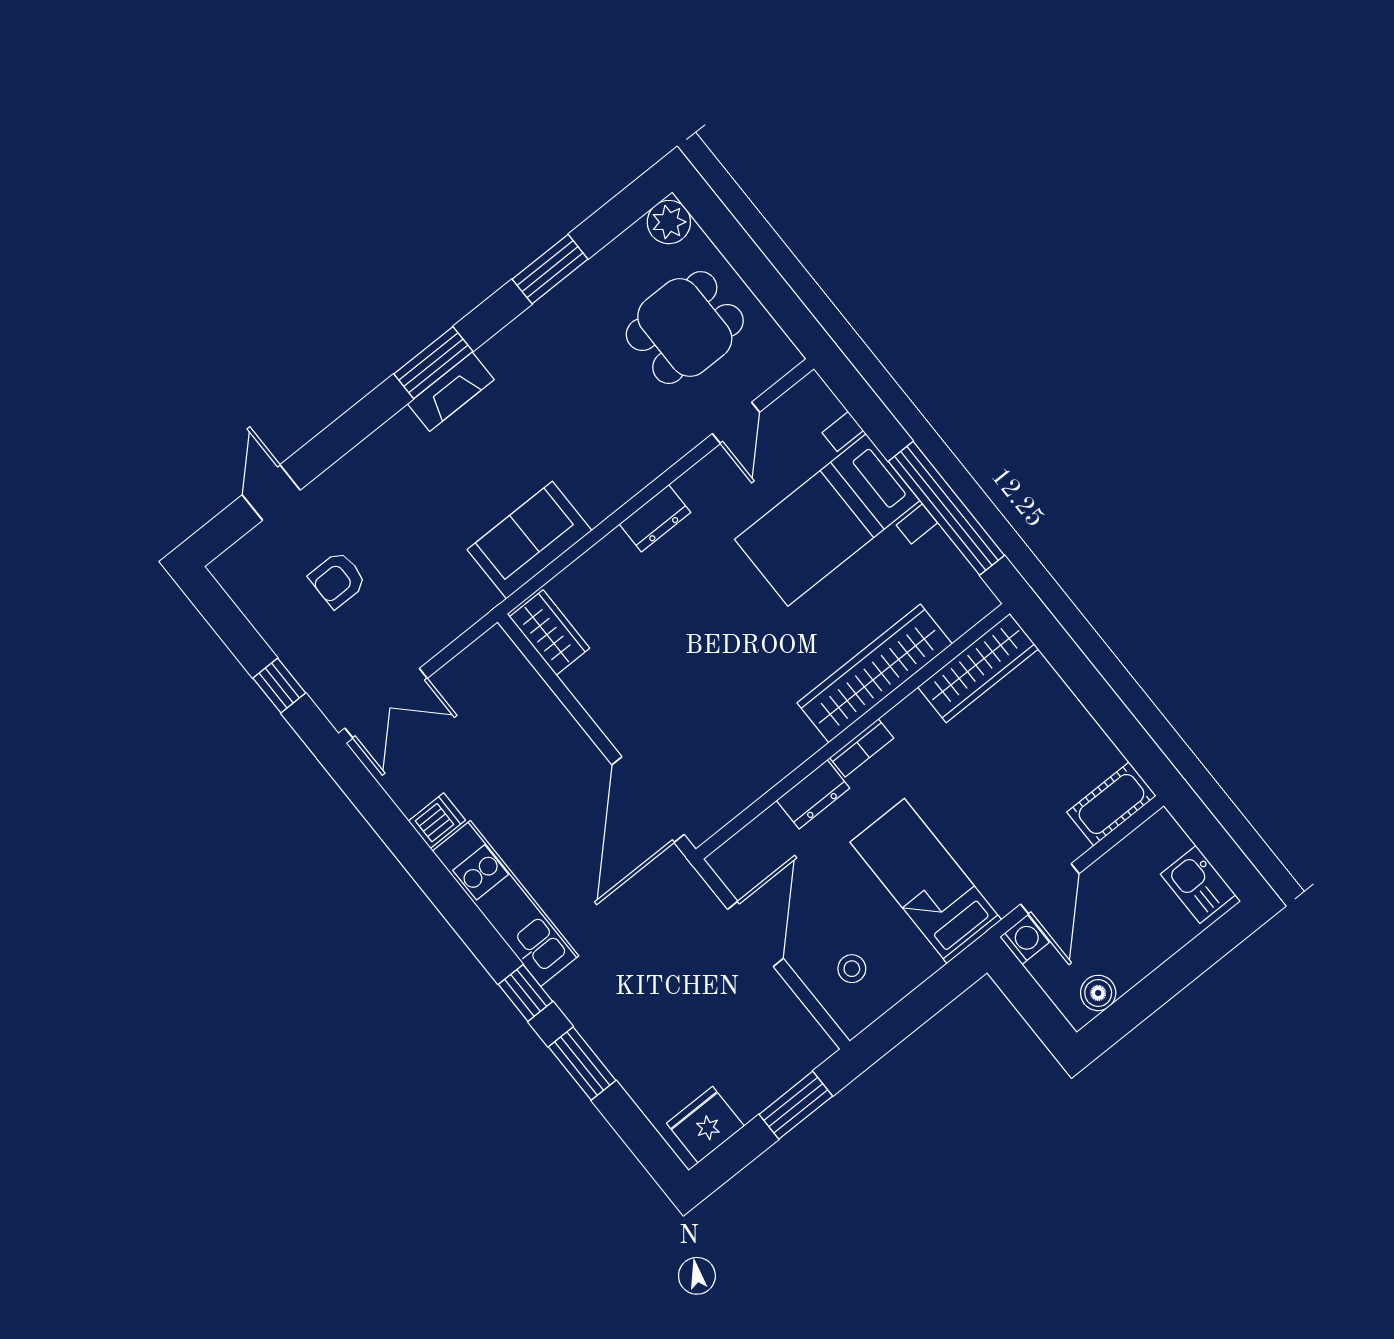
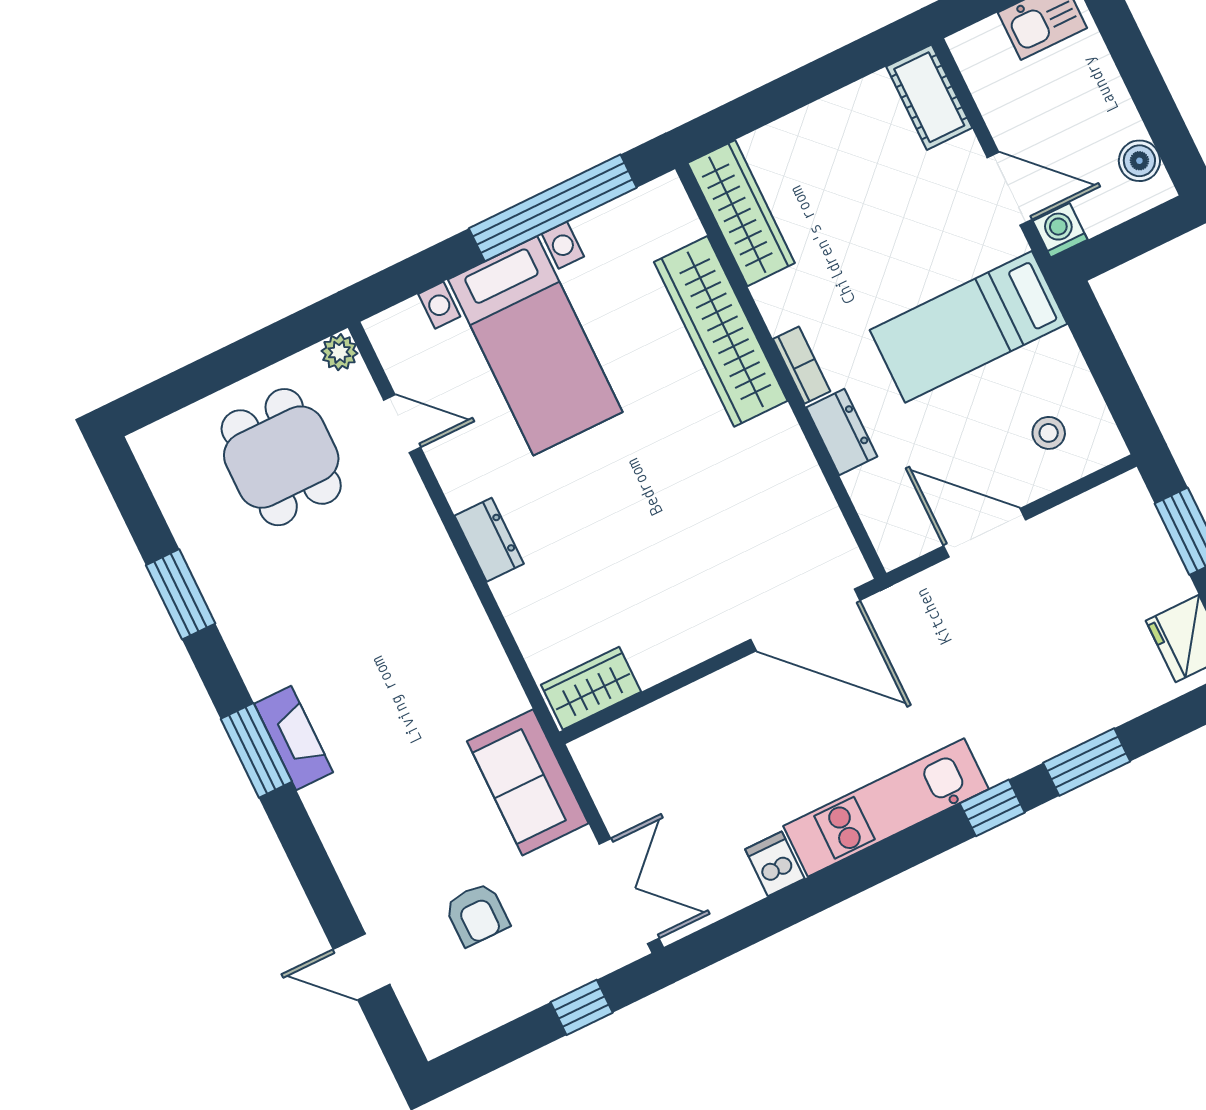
plant: (669, 222) -> (339, 352), moved, width x0.73, depth x0.73
sofa: (530, 540) -> (528, 782), moved

